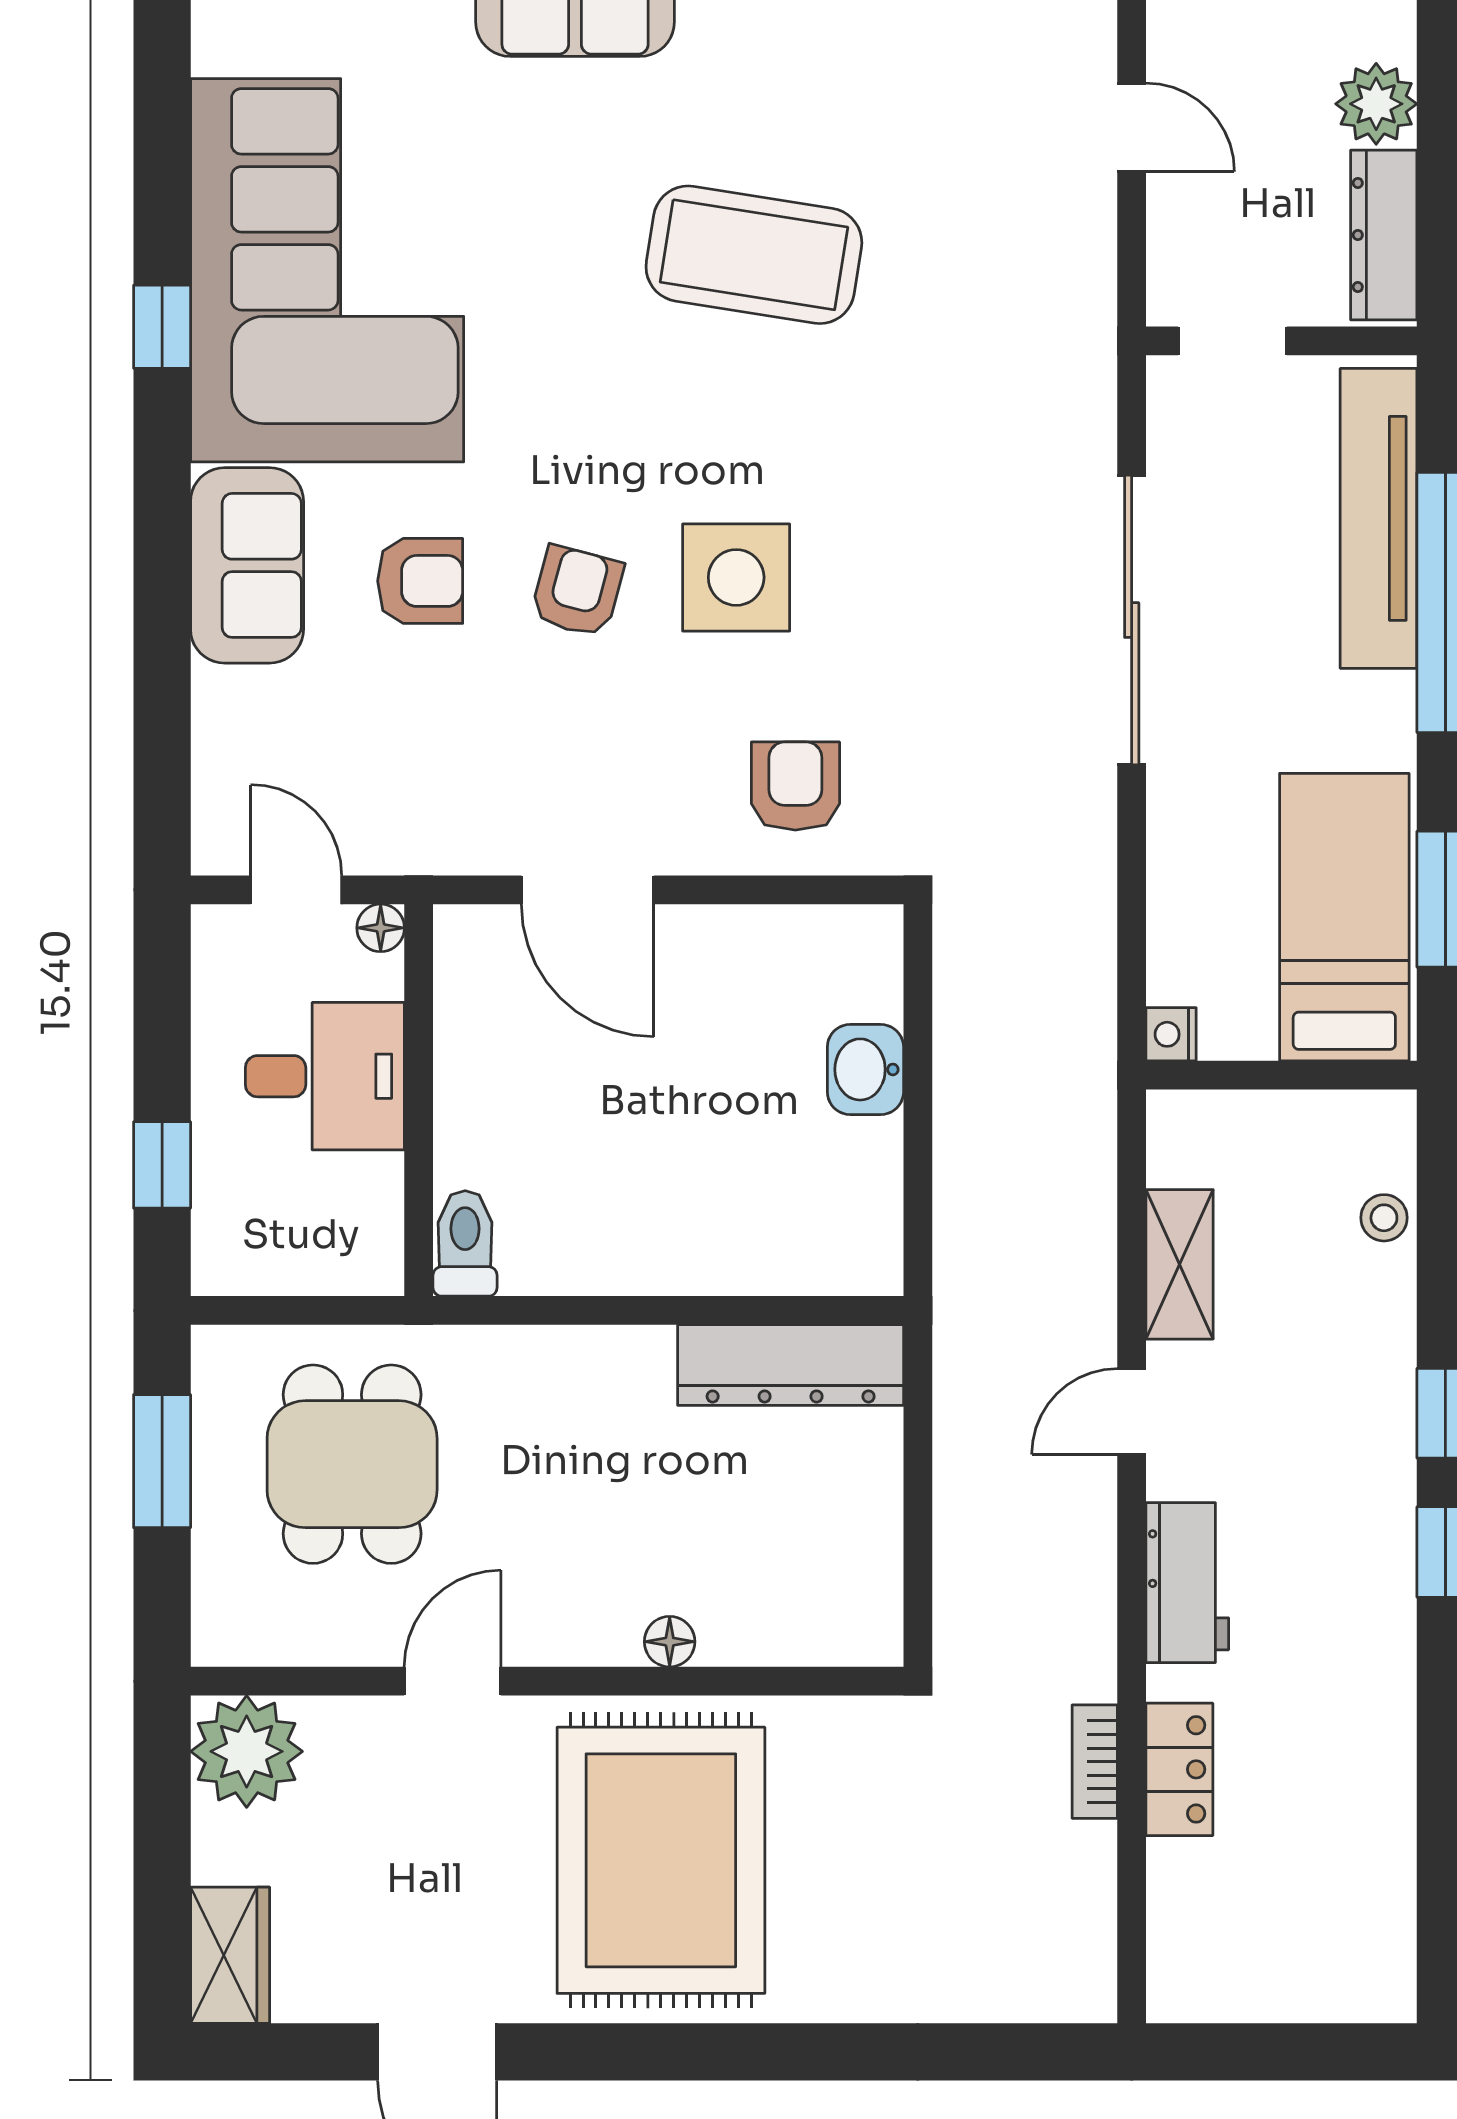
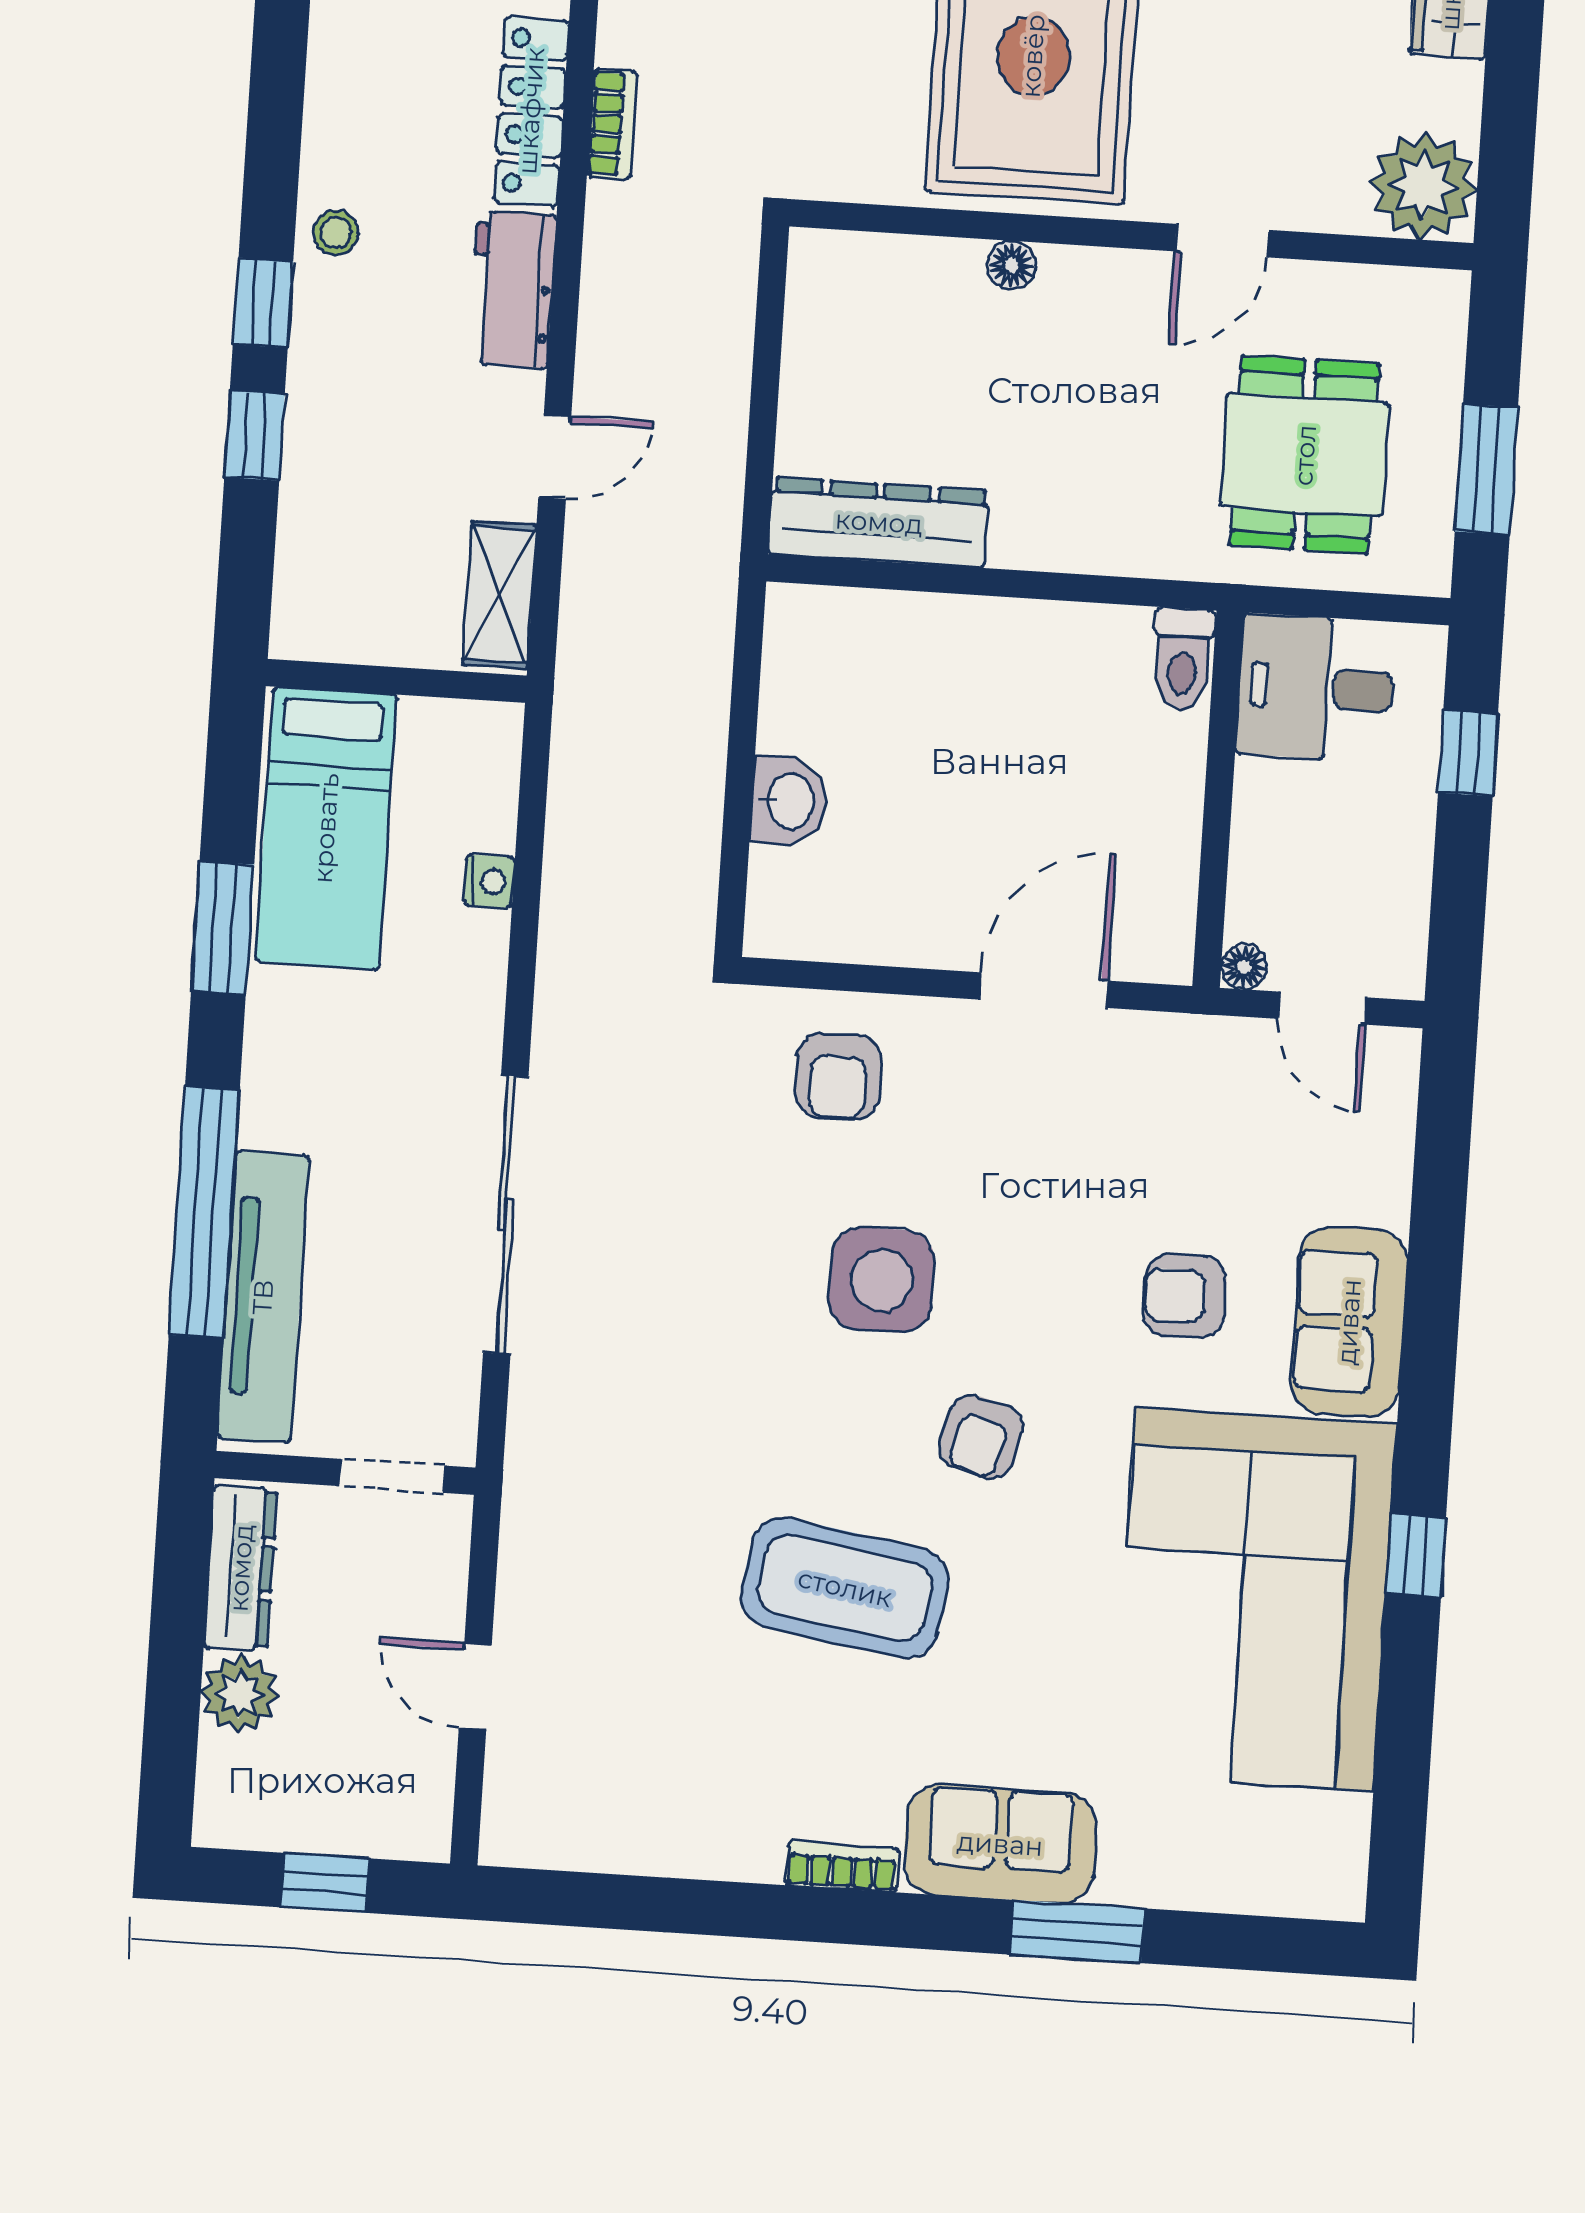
armchair: (577, 591) -> (981, 1437), moved
door: (588, 890) -> (1043, 990), hinge flipped
bed: (1344, 917) -> (326, 828), moved
nightstand: (1171, 1034) -> (489, 881), moved
wall: (1281, 1075) -> (396, 681), moved
desk: (325, 1076) -> (1316, 688), moved
stool: (1384, 1218) -> (336, 233), moved
locker: (1179, 1769) -> (531, 111), width x1.53

